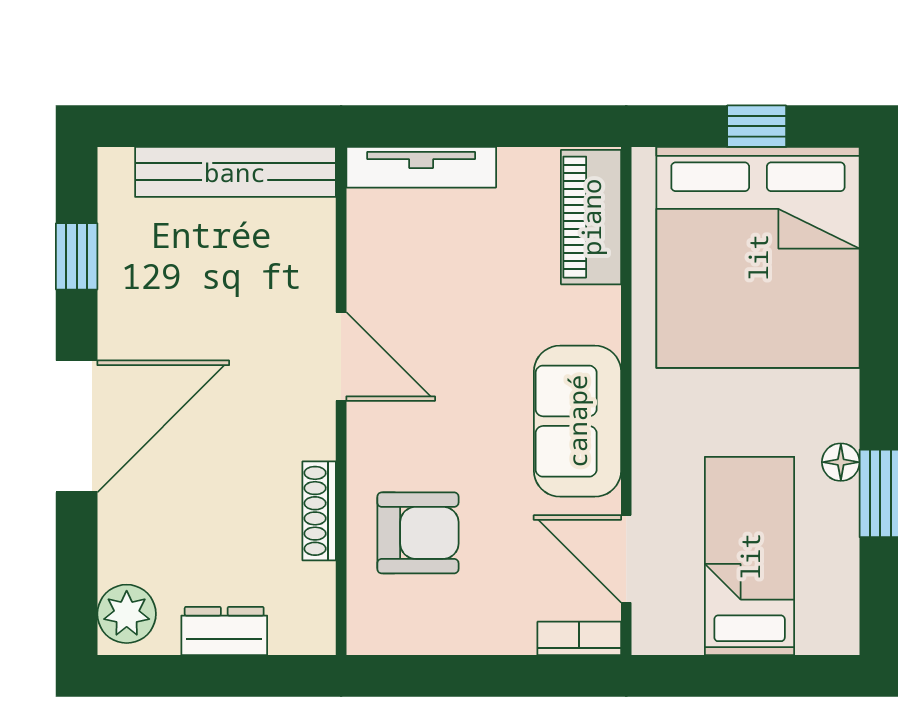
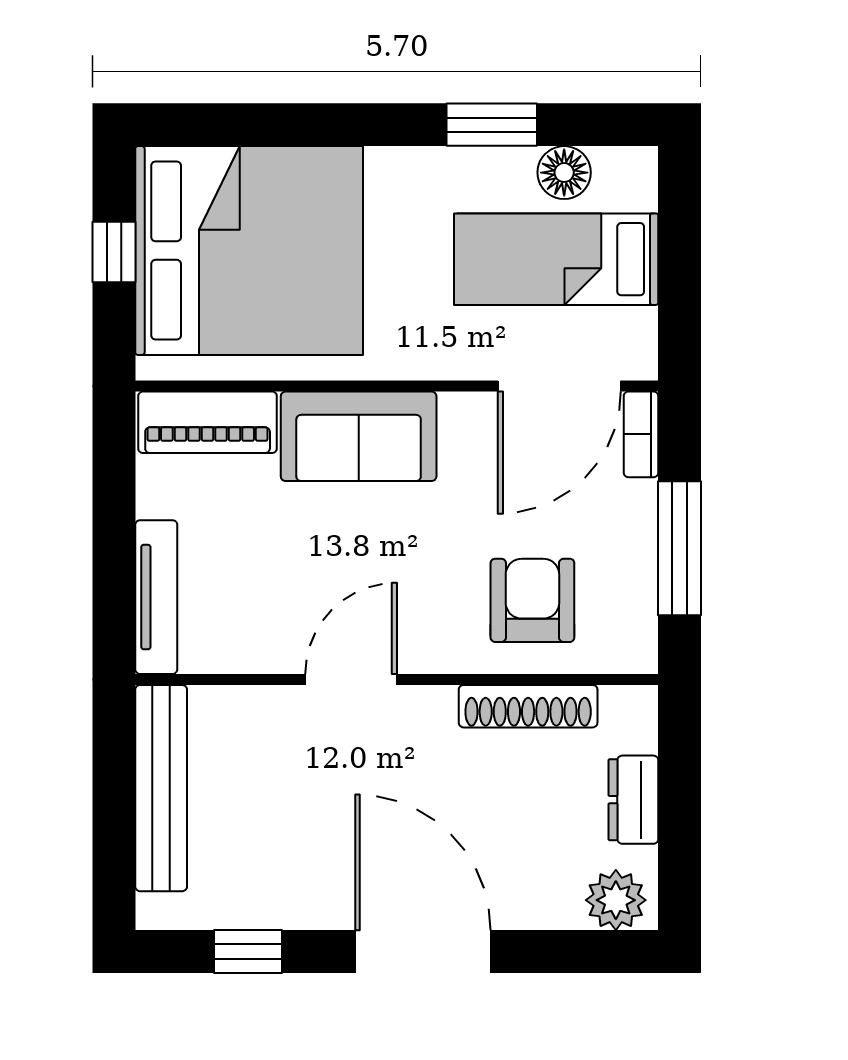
sofa: (577, 421) -> (359, 436), moved
floor lamp: (841, 462) -> (564, 173), moved, width x1.37, depth x1.37
shoe rack: (319, 511) -> (528, 706), width x1.36, depth x1.24
door: (626, 559) -> (559, 386), width x1.36
window: (469, 676) -> (680, 548), added

